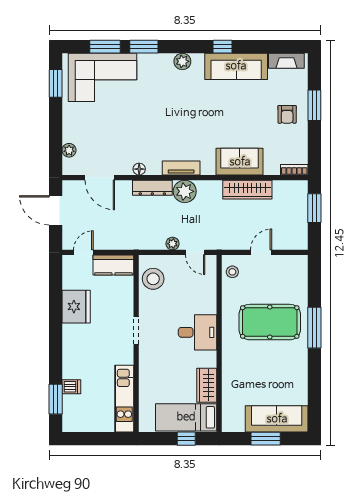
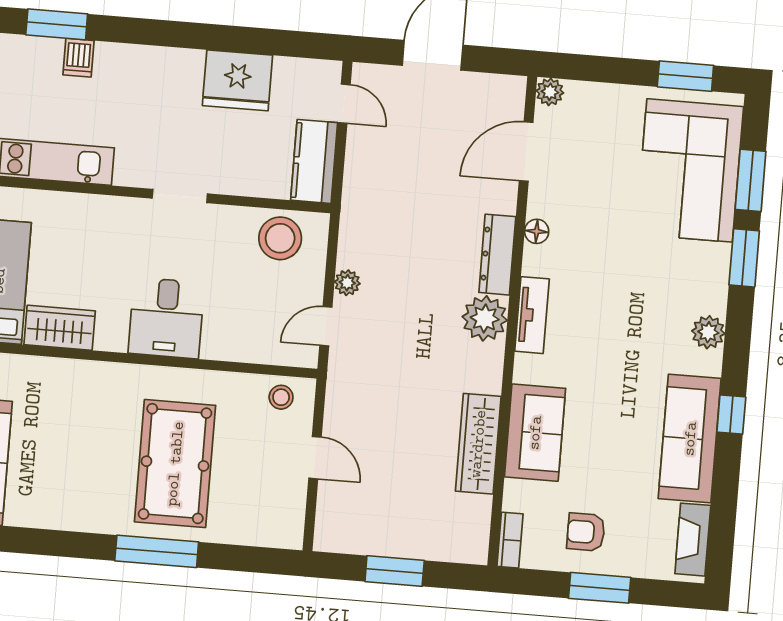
sofa: (240, 162) -> (535, 433), moved
tv unit: (181, 168) -> (532, 315), moved
floor lamp: (139, 169) -> (537, 231), moved
bookcase: (294, 170) -> (510, 540), moved
door: (100, 178) -> (526, 151), moved
wall: (185, 178) -> (512, 321), moved
dresser: (152, 188) -> (497, 255), moved
wardrobe: (247, 190) -> (478, 444), moved
plant: (185, 191) -> (485, 318), moved

